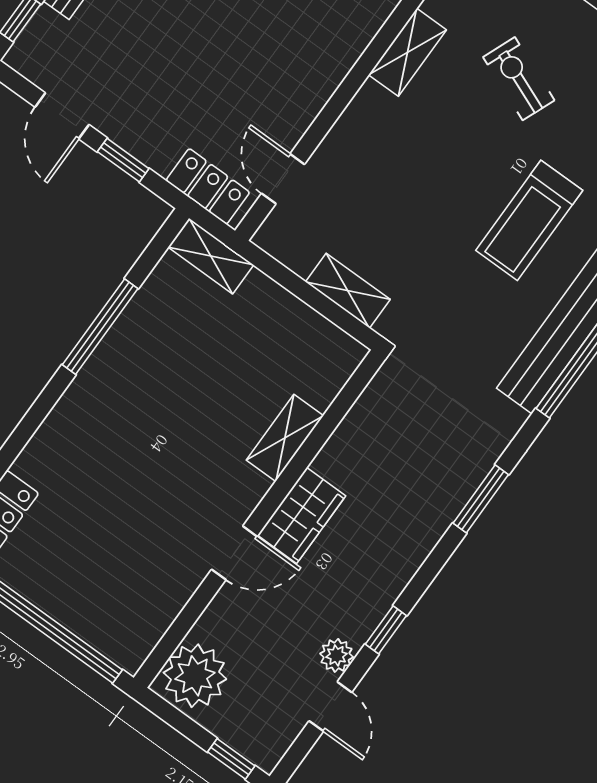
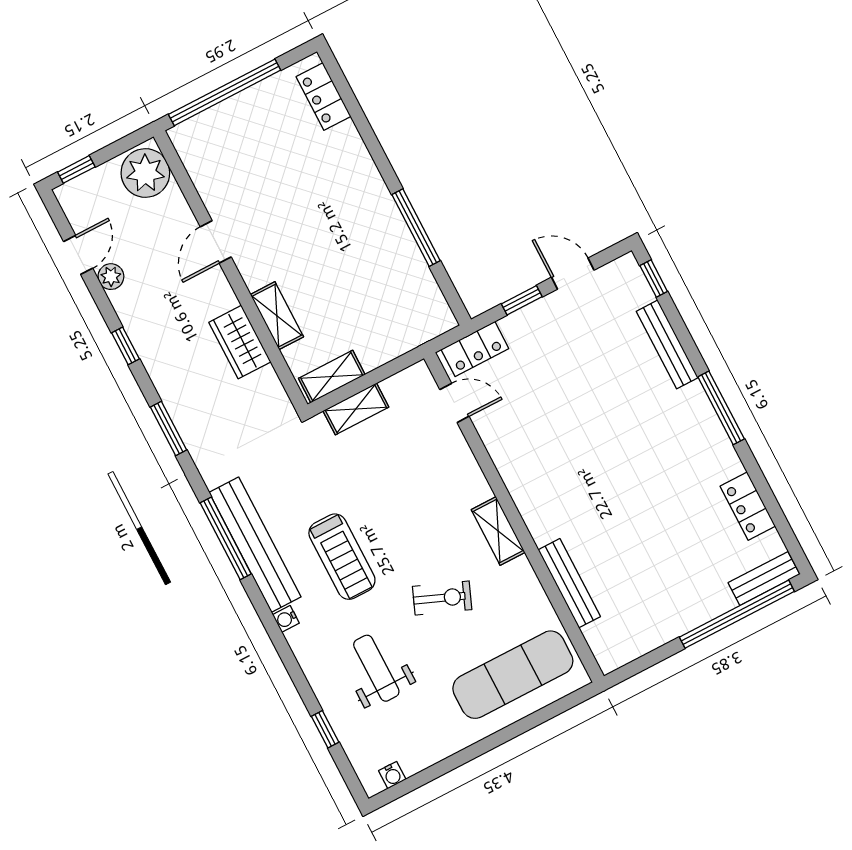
treadmill: (529, 220) -> (342, 557), turned 180
shelving: (211, 256) -> (332, 377), moved
wardrobe: (302, 515) -> (240, 342), moved
window: (386, 630) -> (125, 346), moved
door: (330, 707) -> (78, 255), swing flipped

